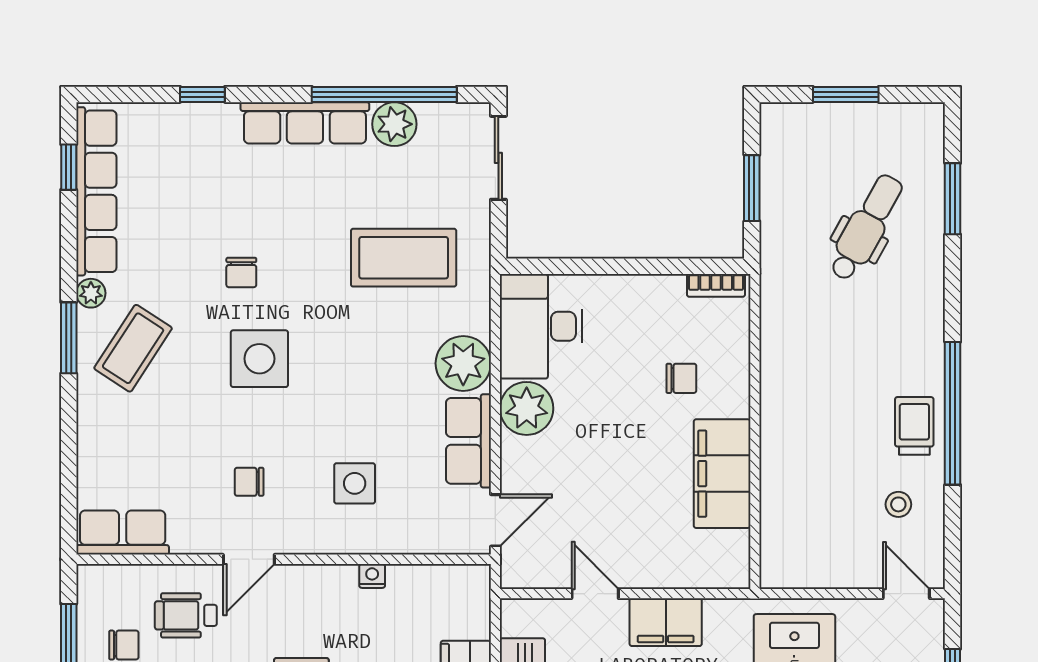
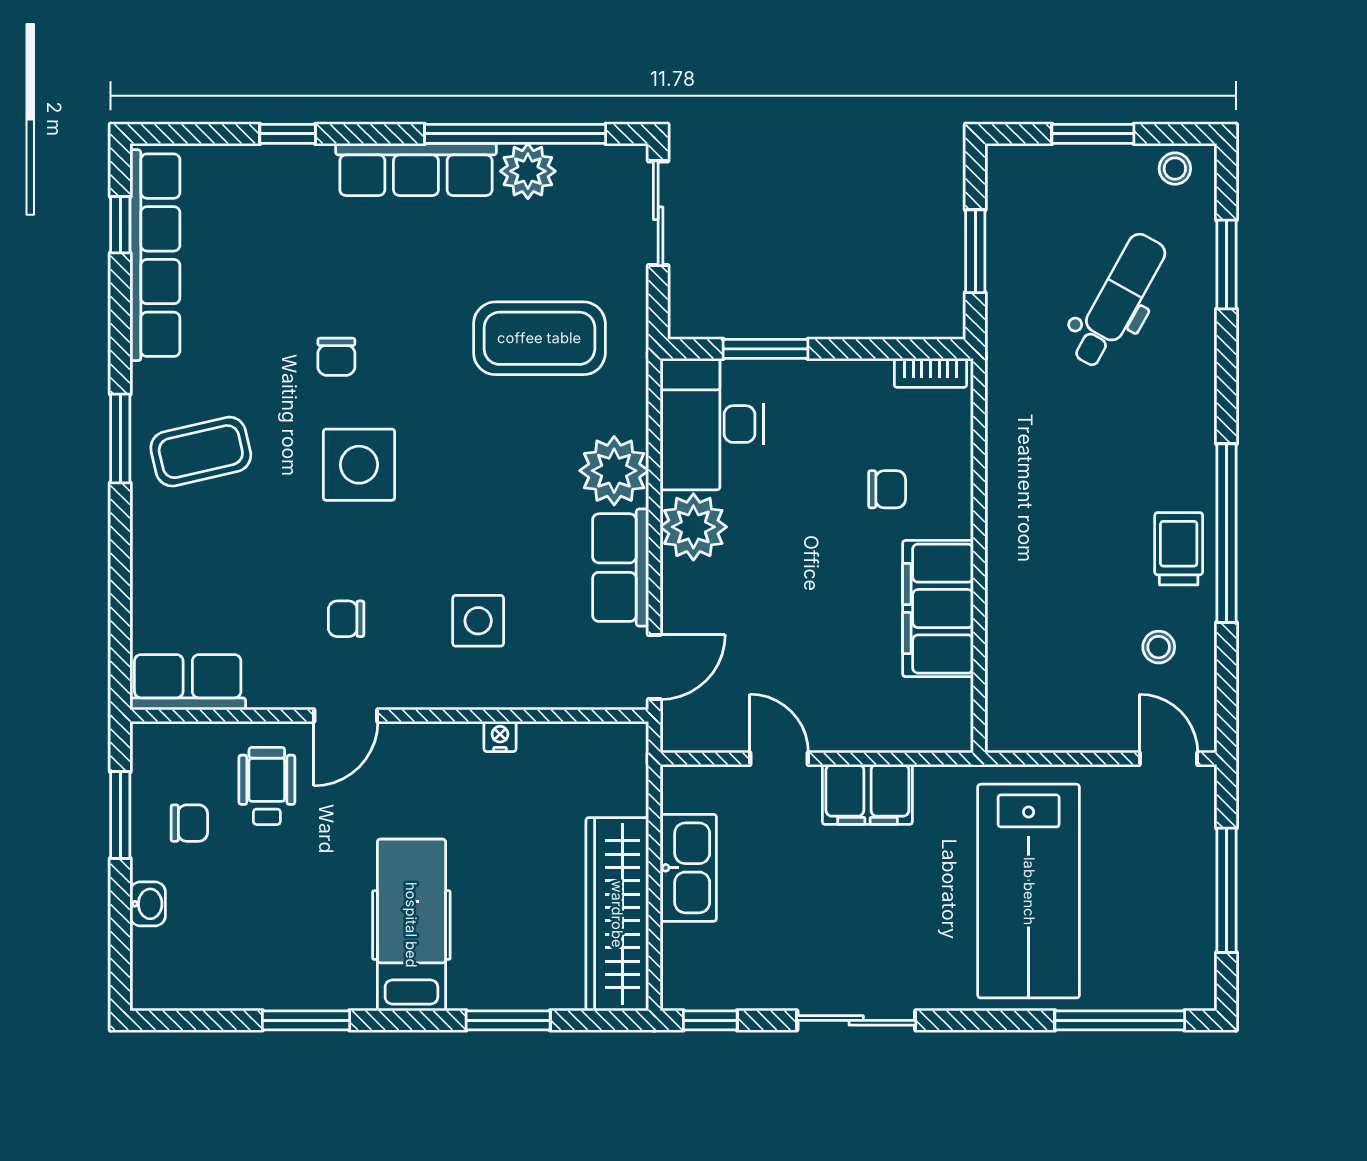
stool: (911, 122) -> (1175, 169), added
window: (584, 266) -> (766, 349), added
plant: (91, 293) -> (148, 383), removed
coffee table: (133, 348) -> (201, 452), turned 44
wheelchair: (186, 615) -> (267, 786), turned 90

